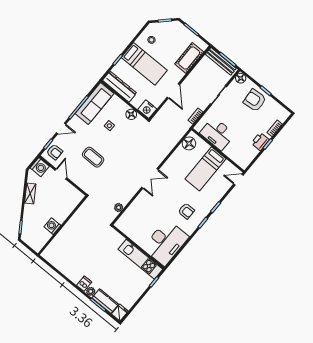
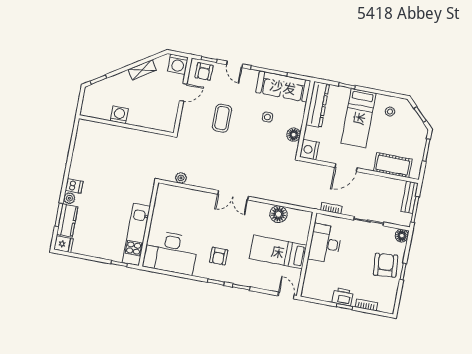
bench: (221, 61) -> (410, 197), width x0.73
floor lamp: (189, 143) -> (278, 214), moved

